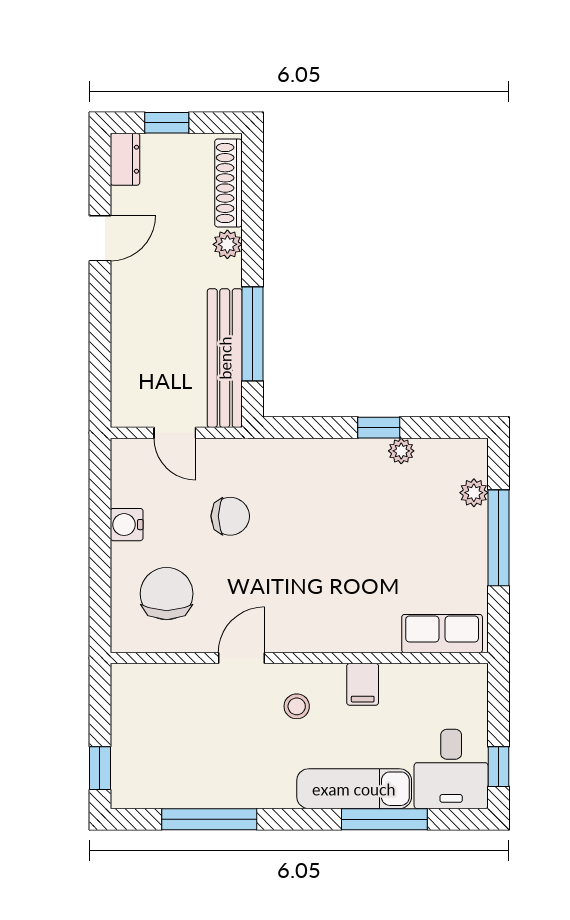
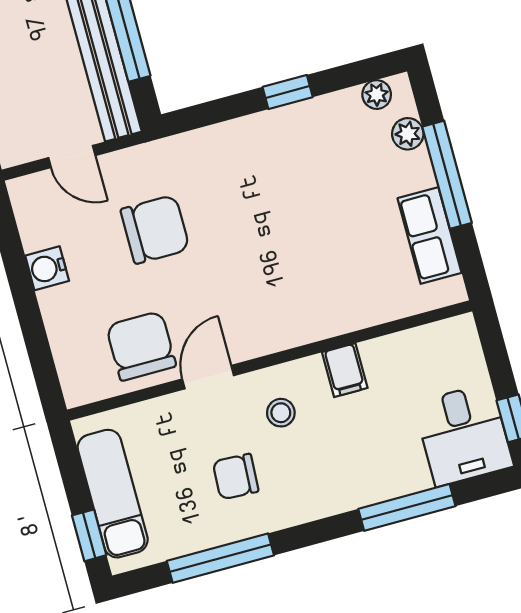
plant: (401, 451) -> (377, 95), moved
chair: (230, 516) -> (155, 229), width x1.37, depth x1.37
chair: (167, 594) -> (141, 346), moved
row of seats: (442, 634) -> (430, 235), moved, turned -90
chair: (242, 751) -> (236, 477), added
exam couch: (354, 789) -> (113, 494), moved, turned 90

